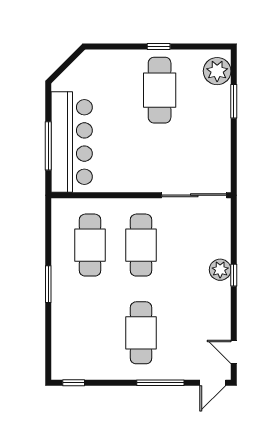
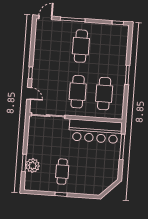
plant: (217, 71) -> (33, 166), moved
cafe table: (160, 90) -> (62, 172), width x0.73, depth x0.74
bar counter: (72, 142) -> (95, 131), moved, turned -90
plant: (220, 270) -> (37, 76), removed
door: (234, 352) -> (29, 93), moved

